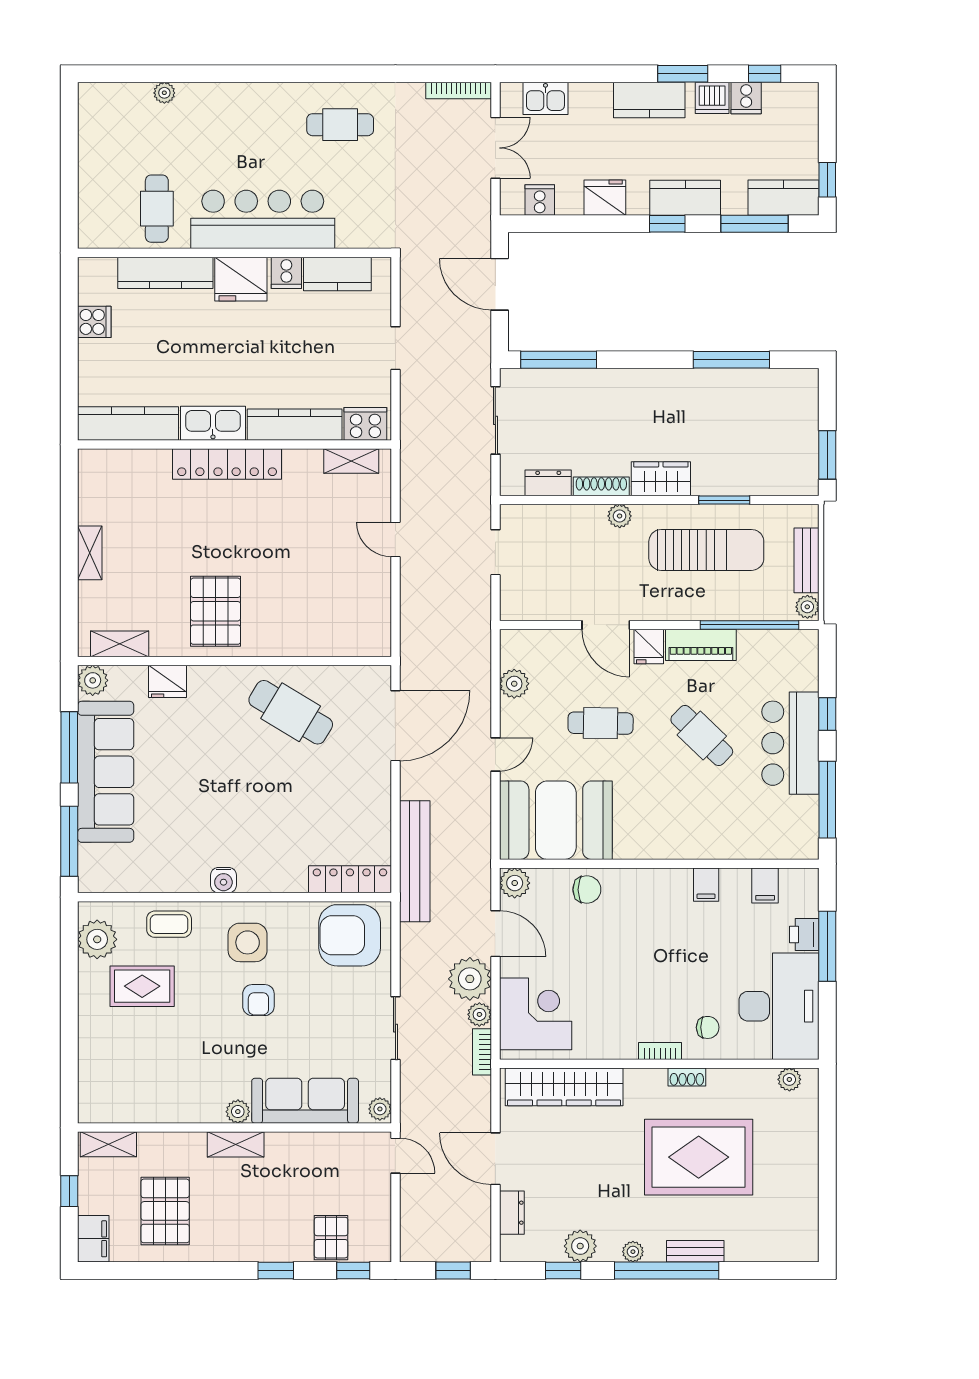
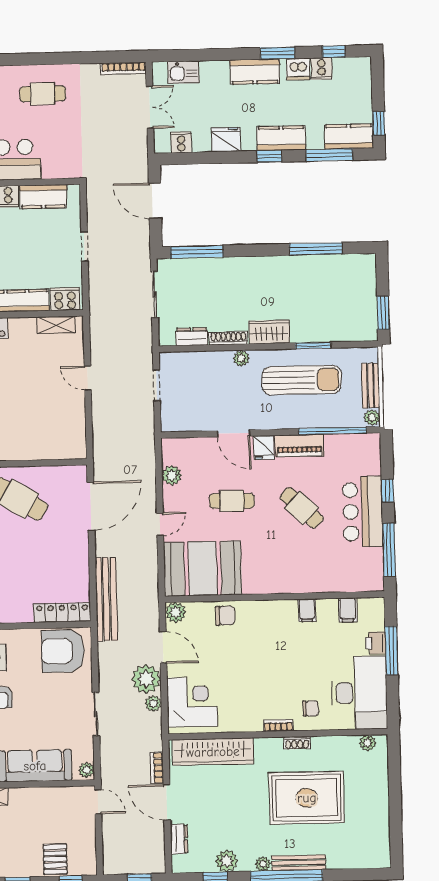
bookcase: (482, 1052) -> (157, 768), moved
bench: (695, 1251) -> (299, 863), width x1.36

